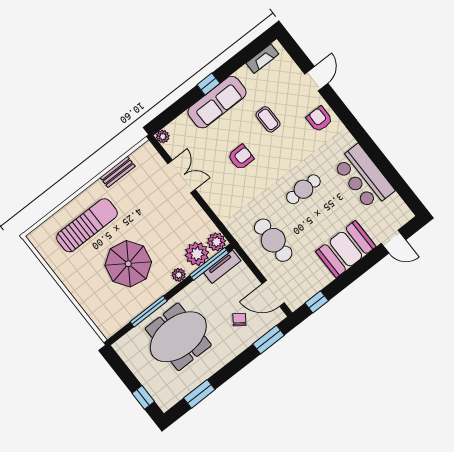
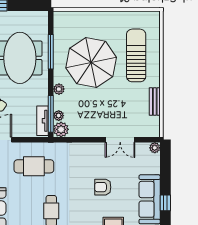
armchair: (241, 157) -> (103, 187), turned 90
sun lounger: (87, 225) -> (136, 55), turned 180
plant: (197, 254) -> (59, 116), width x0.53, depth x0.53
parasol: (128, 264) -> (91, 63), width x1.36, depth x1.36

